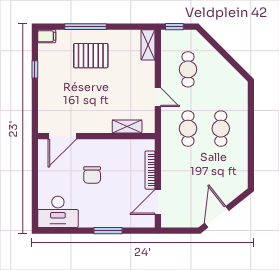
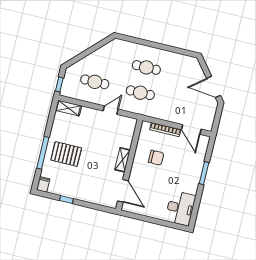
pallet: (91, 56) -> (66, 154), turned 90
shelving: (127, 126) -> (122, 160), moved
chair: (92, 175) -> (156, 158), moved

